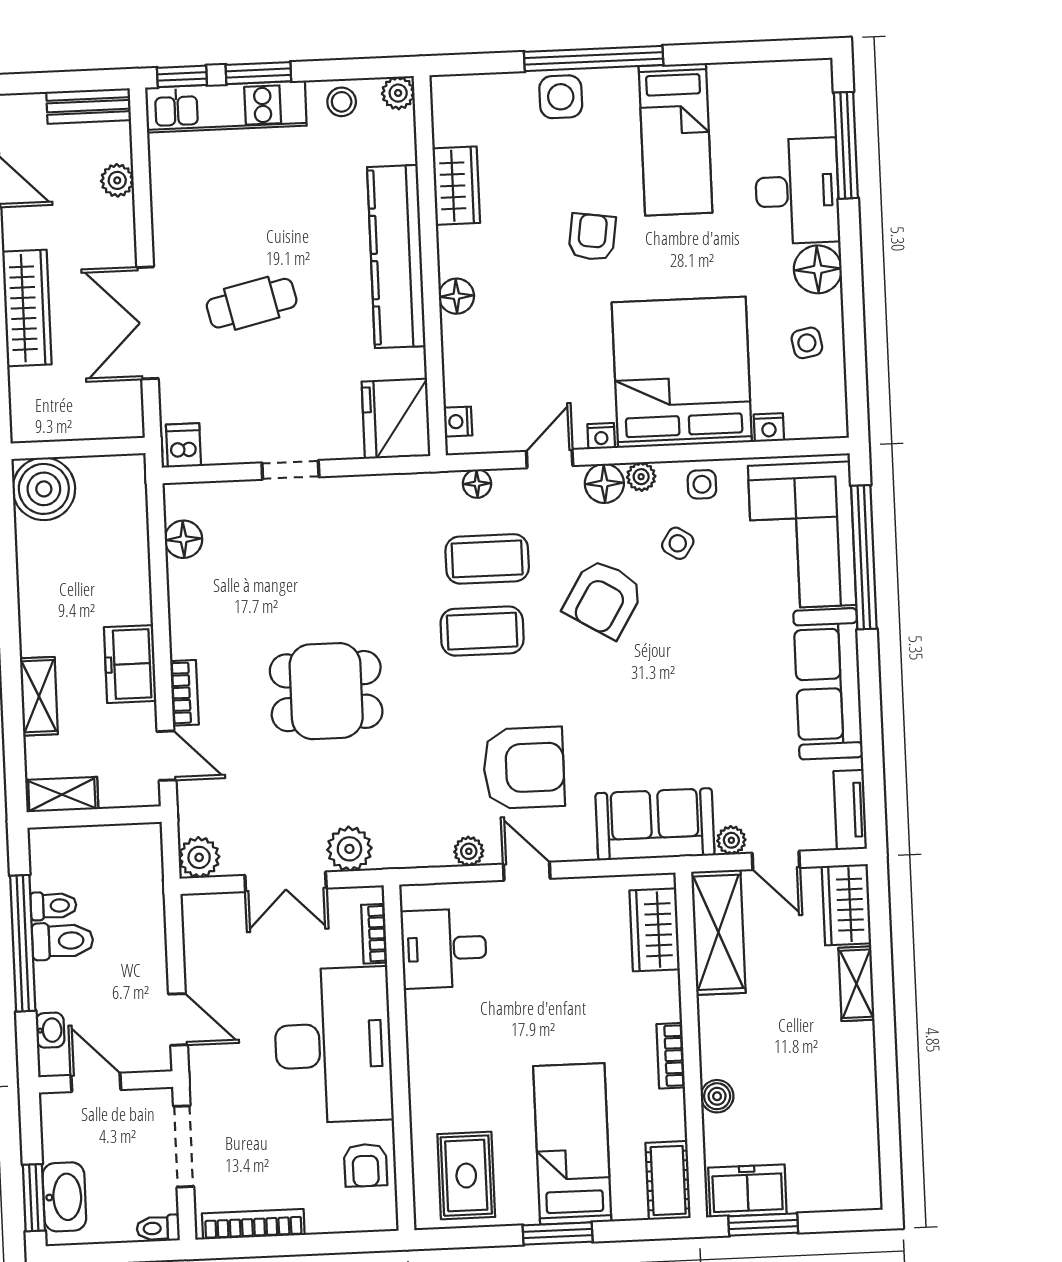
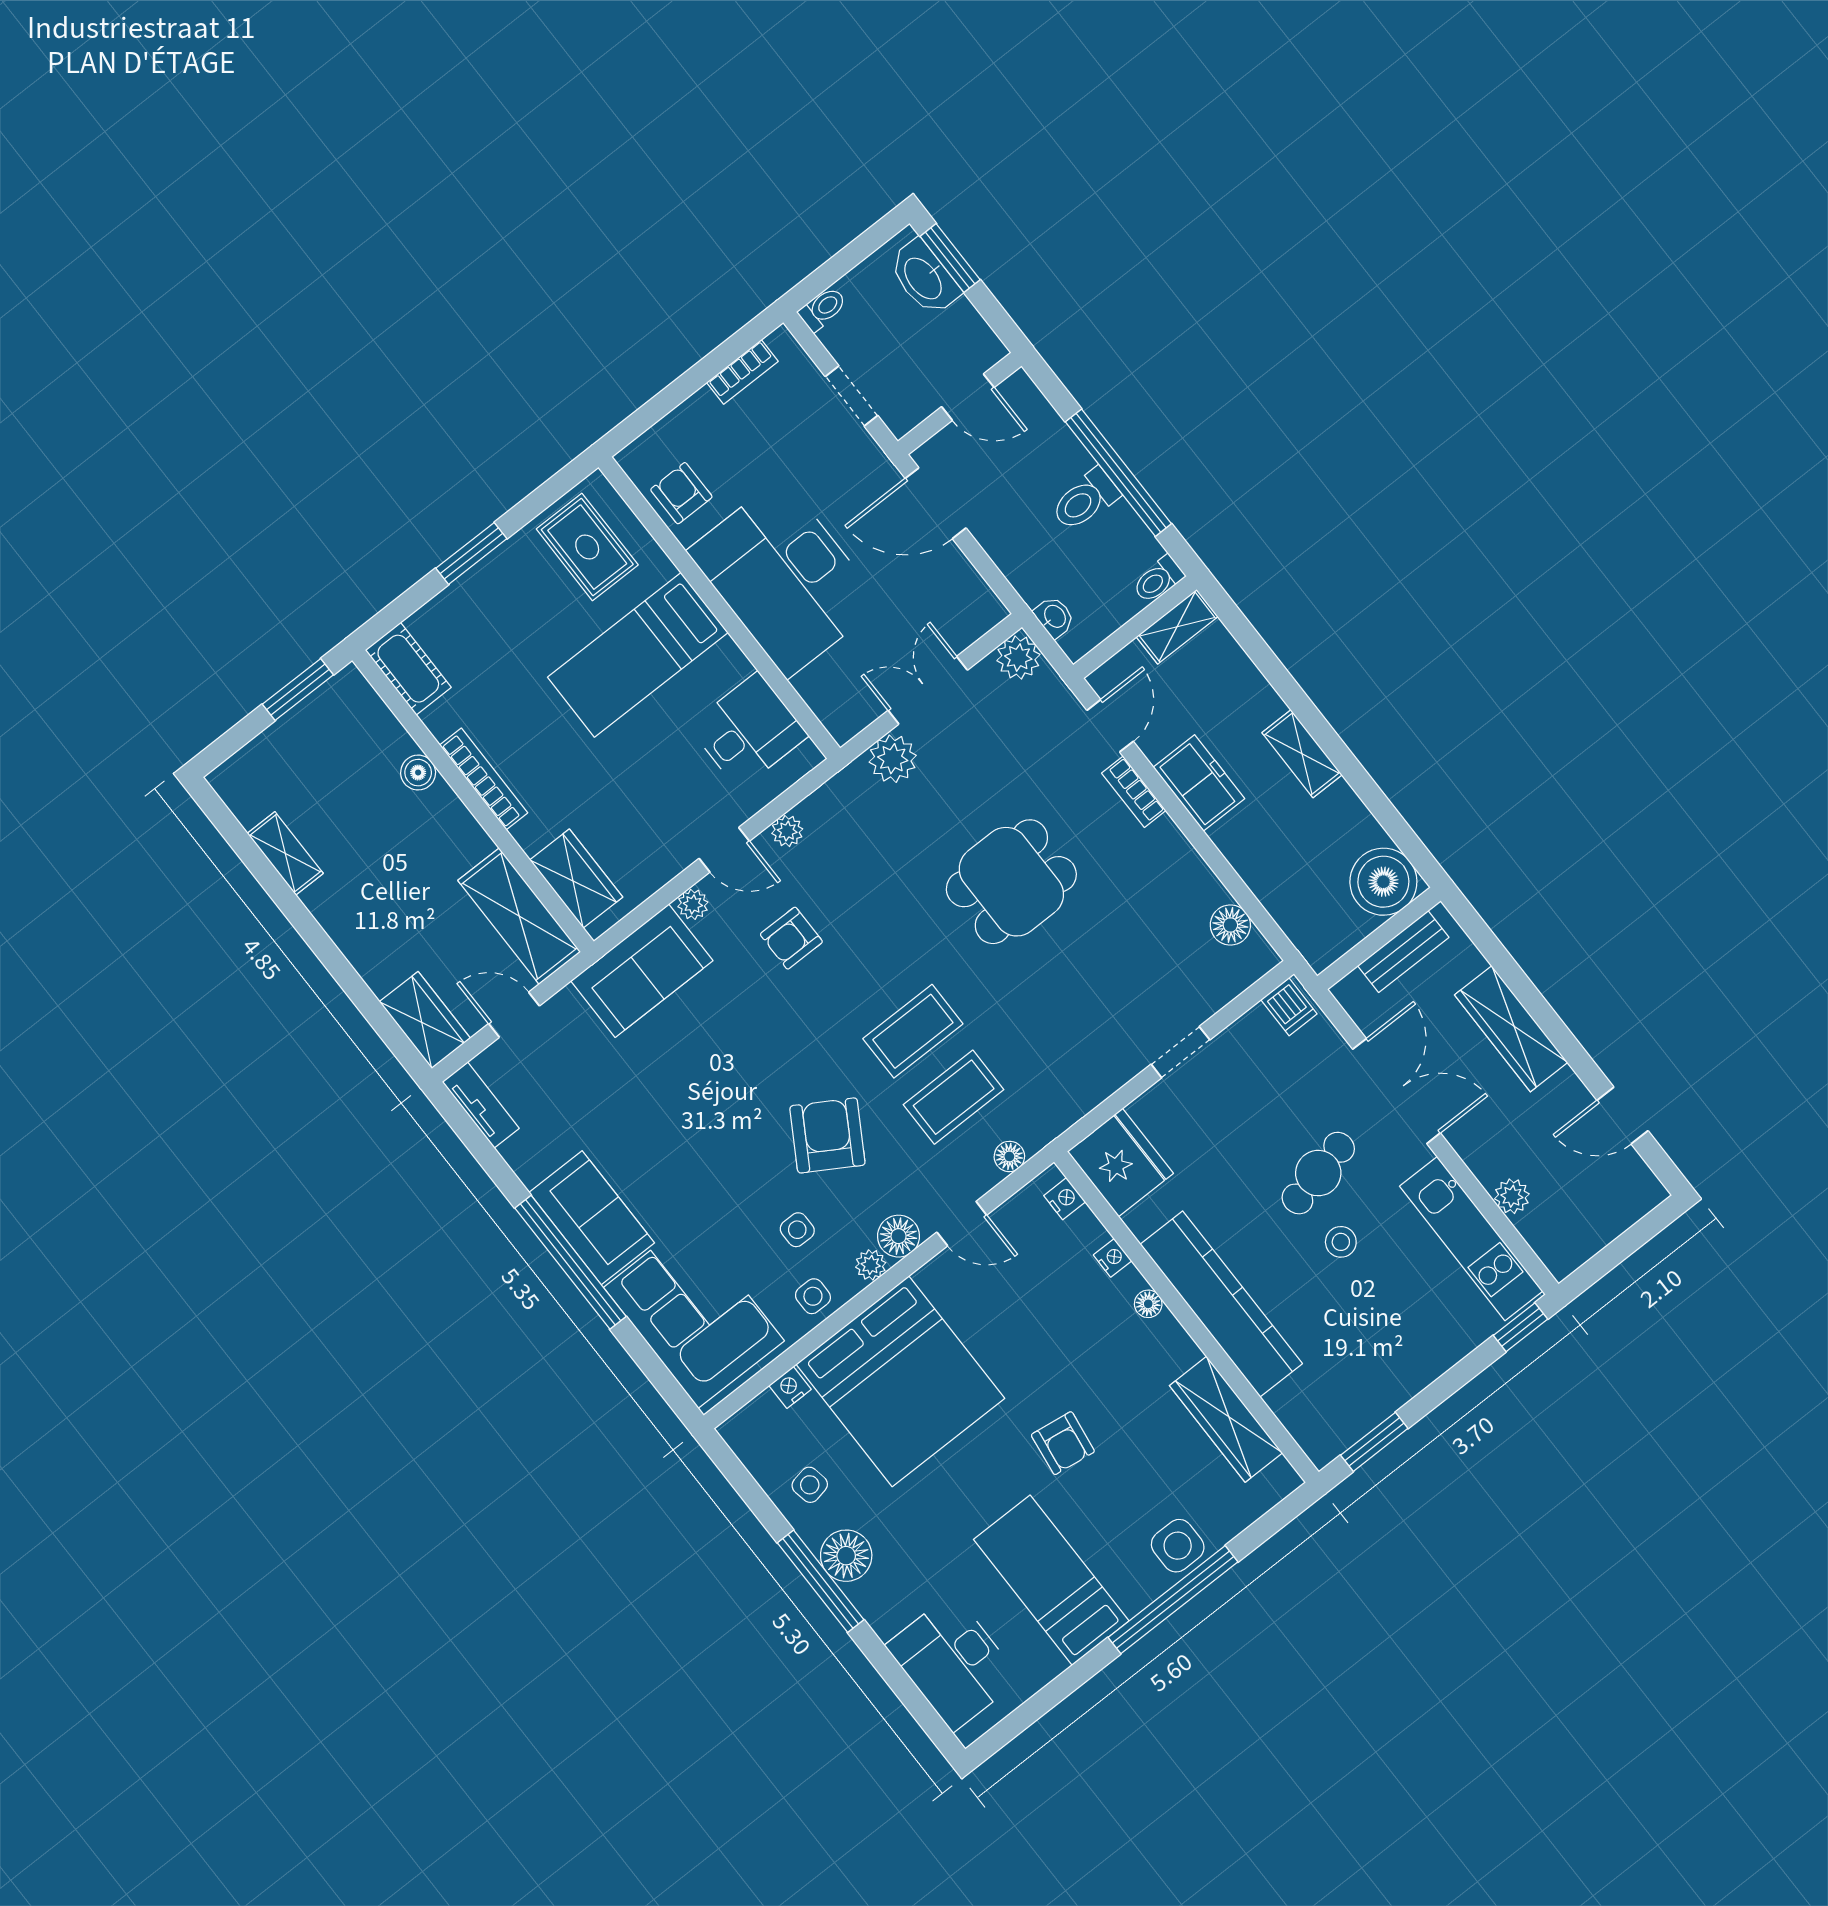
window: (258, 73) -> (1374, 1442), moved
plant: (398, 93) -> (1322, 1448), removed
stool: (342, 102) -> (1341, 1242), moved
bench: (89, 106) -> (1403, 951), moved
kitchen unit: (226, 107) -> (1471, 1239), moved, turned -90
window: (846, 145) -> (821, 1581), moved
wardrobe: (456, 186) -> (1226, 1419), width x1.50
desk: (797, 191) -> (953, 1662), moved
floor lamp: (456, 296) -> (1148, 1304), width x0.73, depth x0.73
nightstand: (601, 436) -> (1113, 1258), moved, turned 90
door: (550, 459) -> (962, 1224), hinge flipped
side table: (678, 543) -> (797, 1230), turned -33
window: (864, 557) -> (570, 1262), moved
sofa: (828, 684) -> (592, 1218), width x0.73
shelving: (39, 696) -> (1302, 754), moved
door: (167, 756) -> (1110, 726), swing flipped
armchair: (524, 768) -> (791, 938), width x0.53, depth x0.53
plant: (731, 840) -> (693, 904), moved
toilet: (53, 906) -> (1158, 580), moved
bookcase: (374, 934) -> (818, 700), removed
shelving: (856, 984) -> (285, 853), moved
door: (178, 1019) -> (936, 503), width x1.38
washbasin: (50, 1030) -> (1054, 617), moved, turned 180
bookcase: (671, 1056) -> (484, 779), width x1.56
bed: (572, 1144) -> (638, 655), moved, turned 90
doorway: (184, 1146) -> (852, 396), width x0.73
freezer: (747, 1191) -> (333, 709), removed
bookcase: (253, 1224) -> (742, 372), width x0.64

